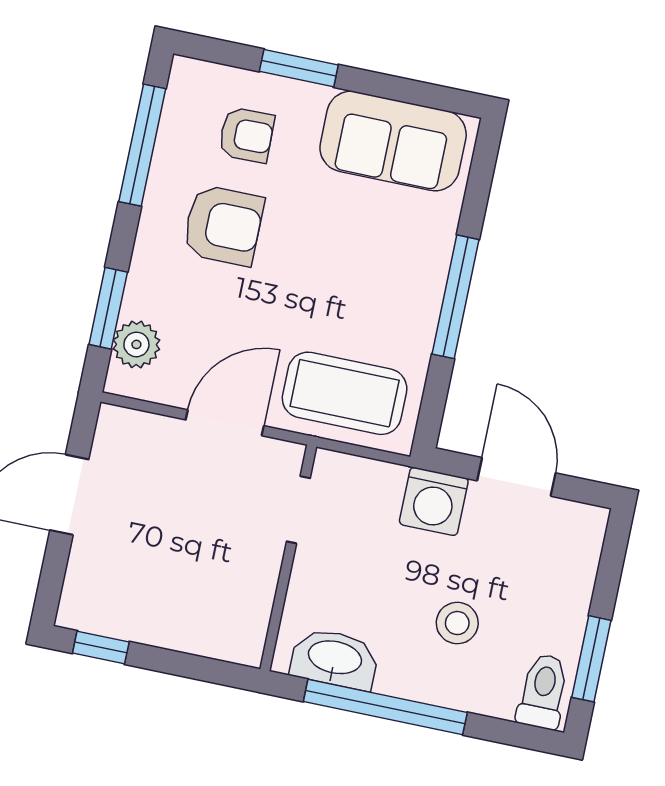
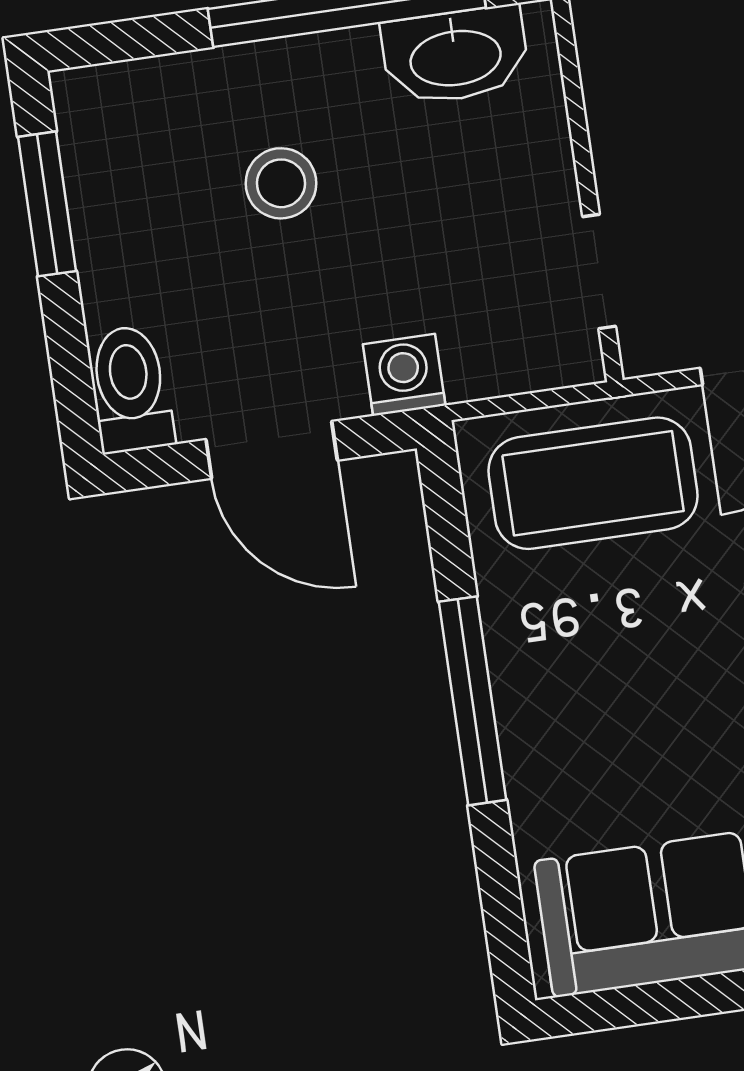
washing machine: (434, 501) -> (404, 375), width x0.73, depth x0.73
toilet: (543, 691) -> (131, 389), moved, turned 180

